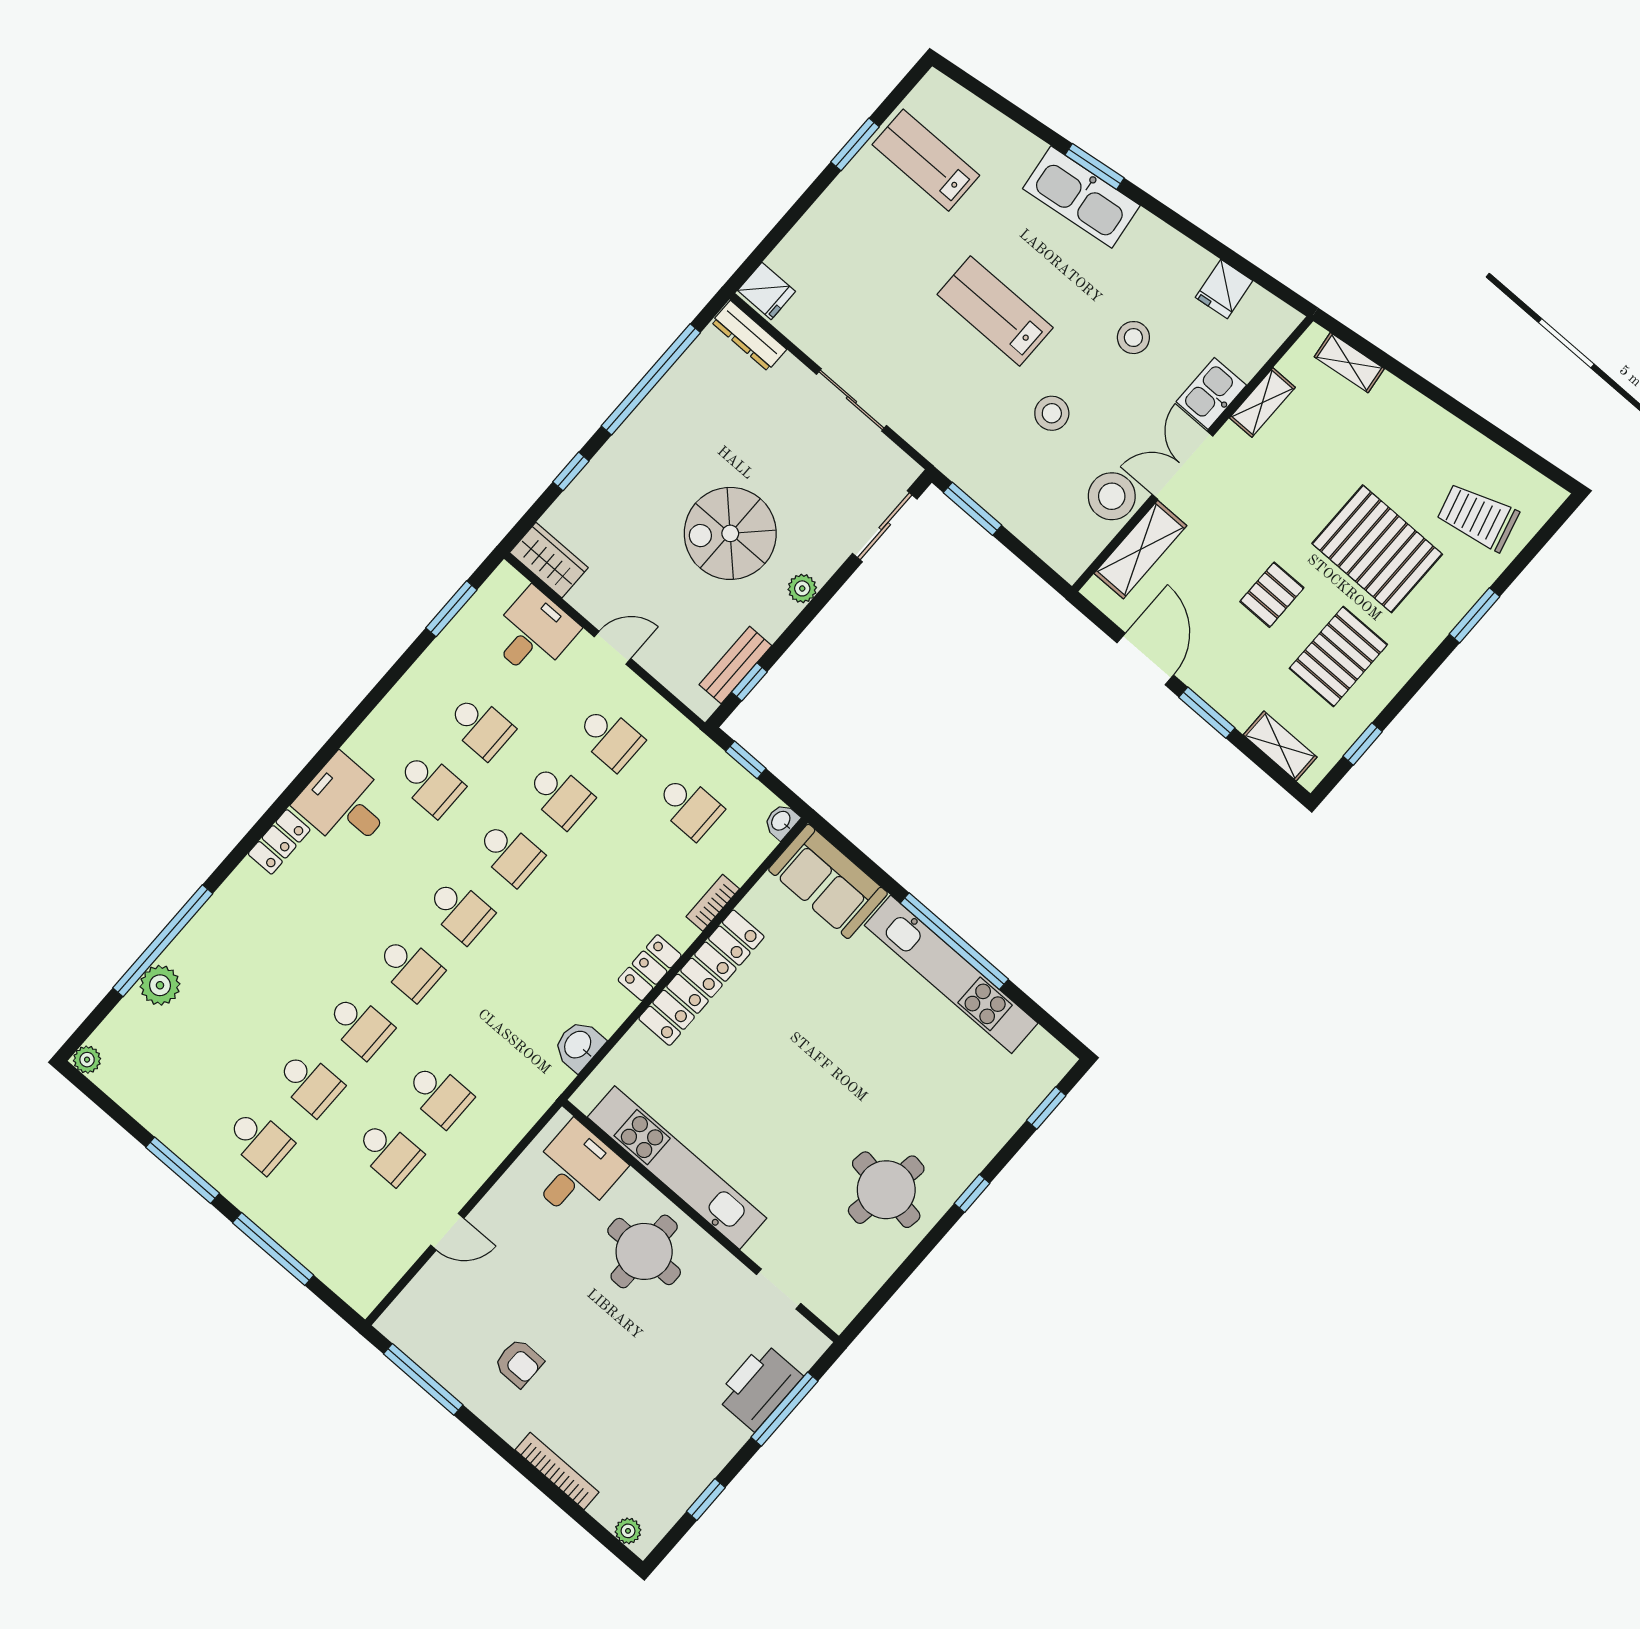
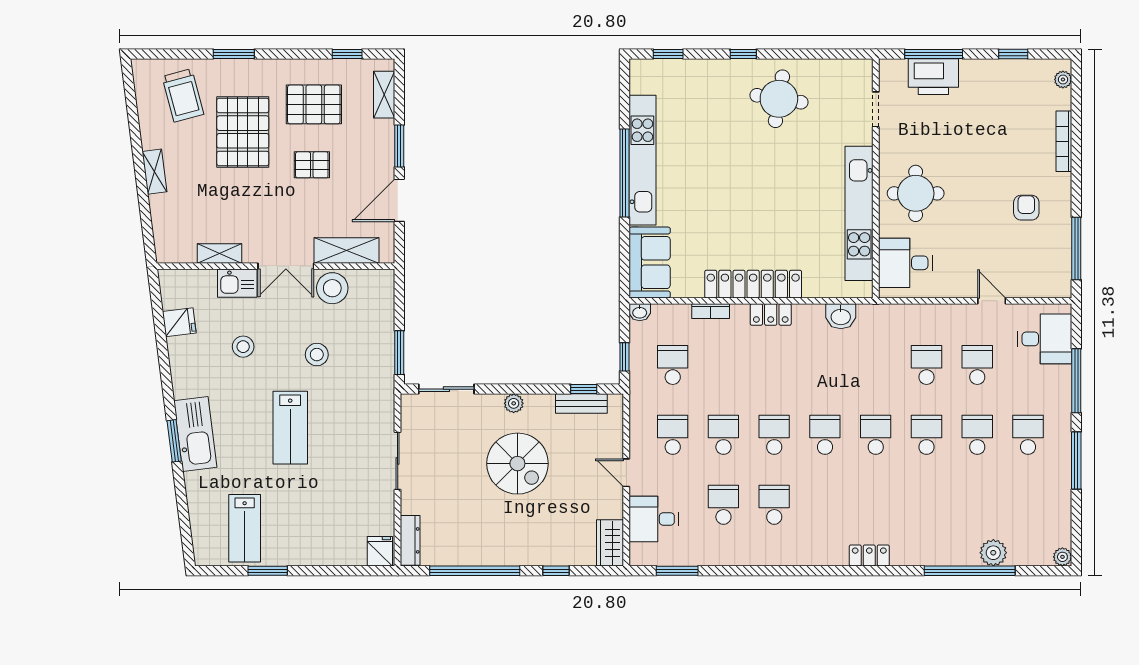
shelving: (1349, 363) -> (154, 172), moved
desk: (345, 804) -> (1045, 339), moved, turned -90

